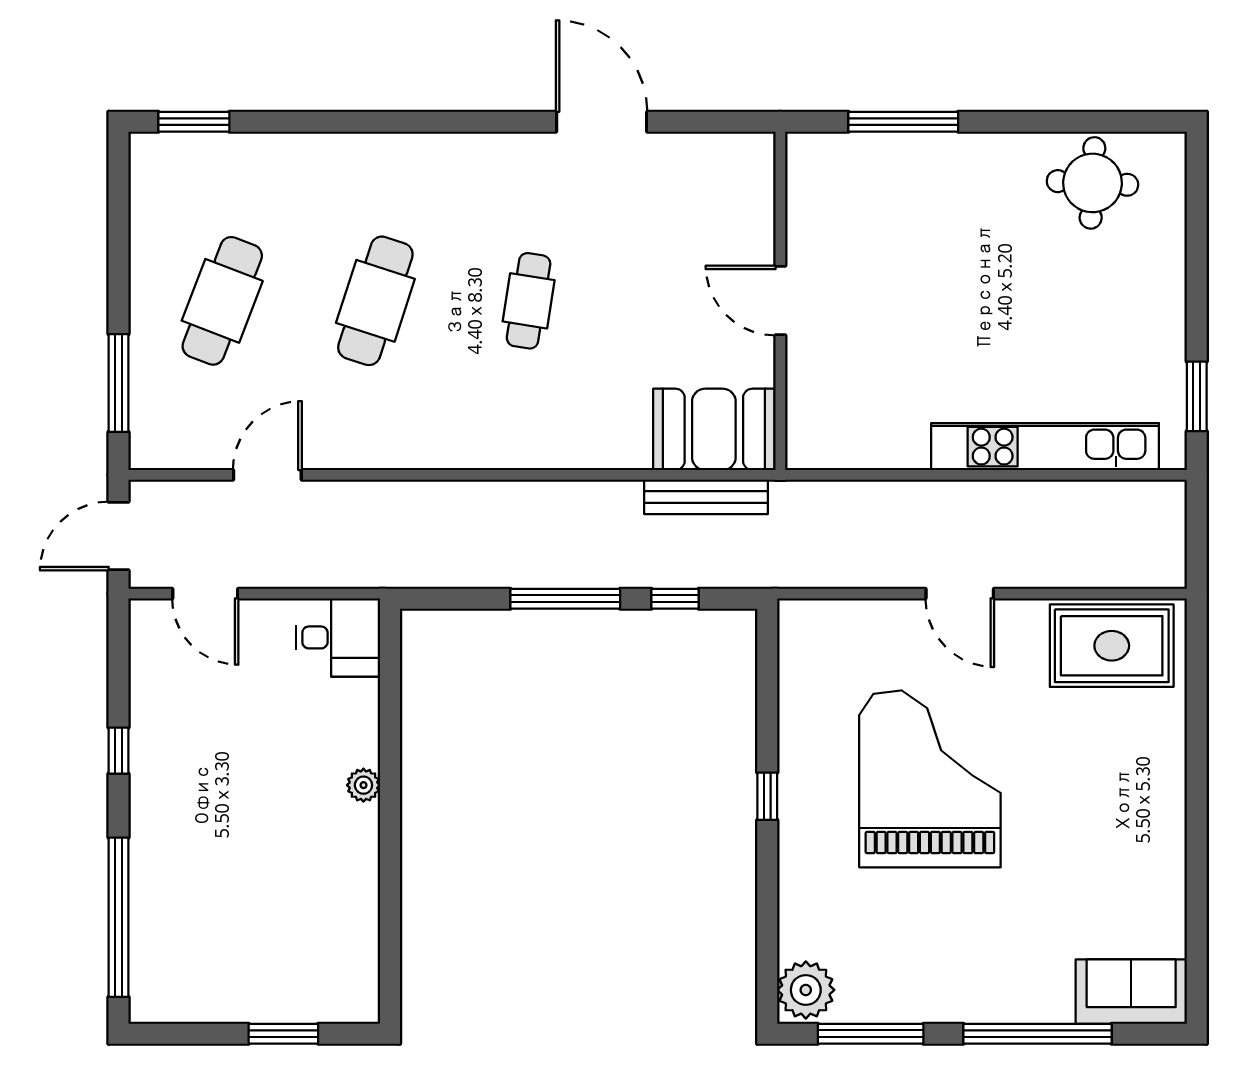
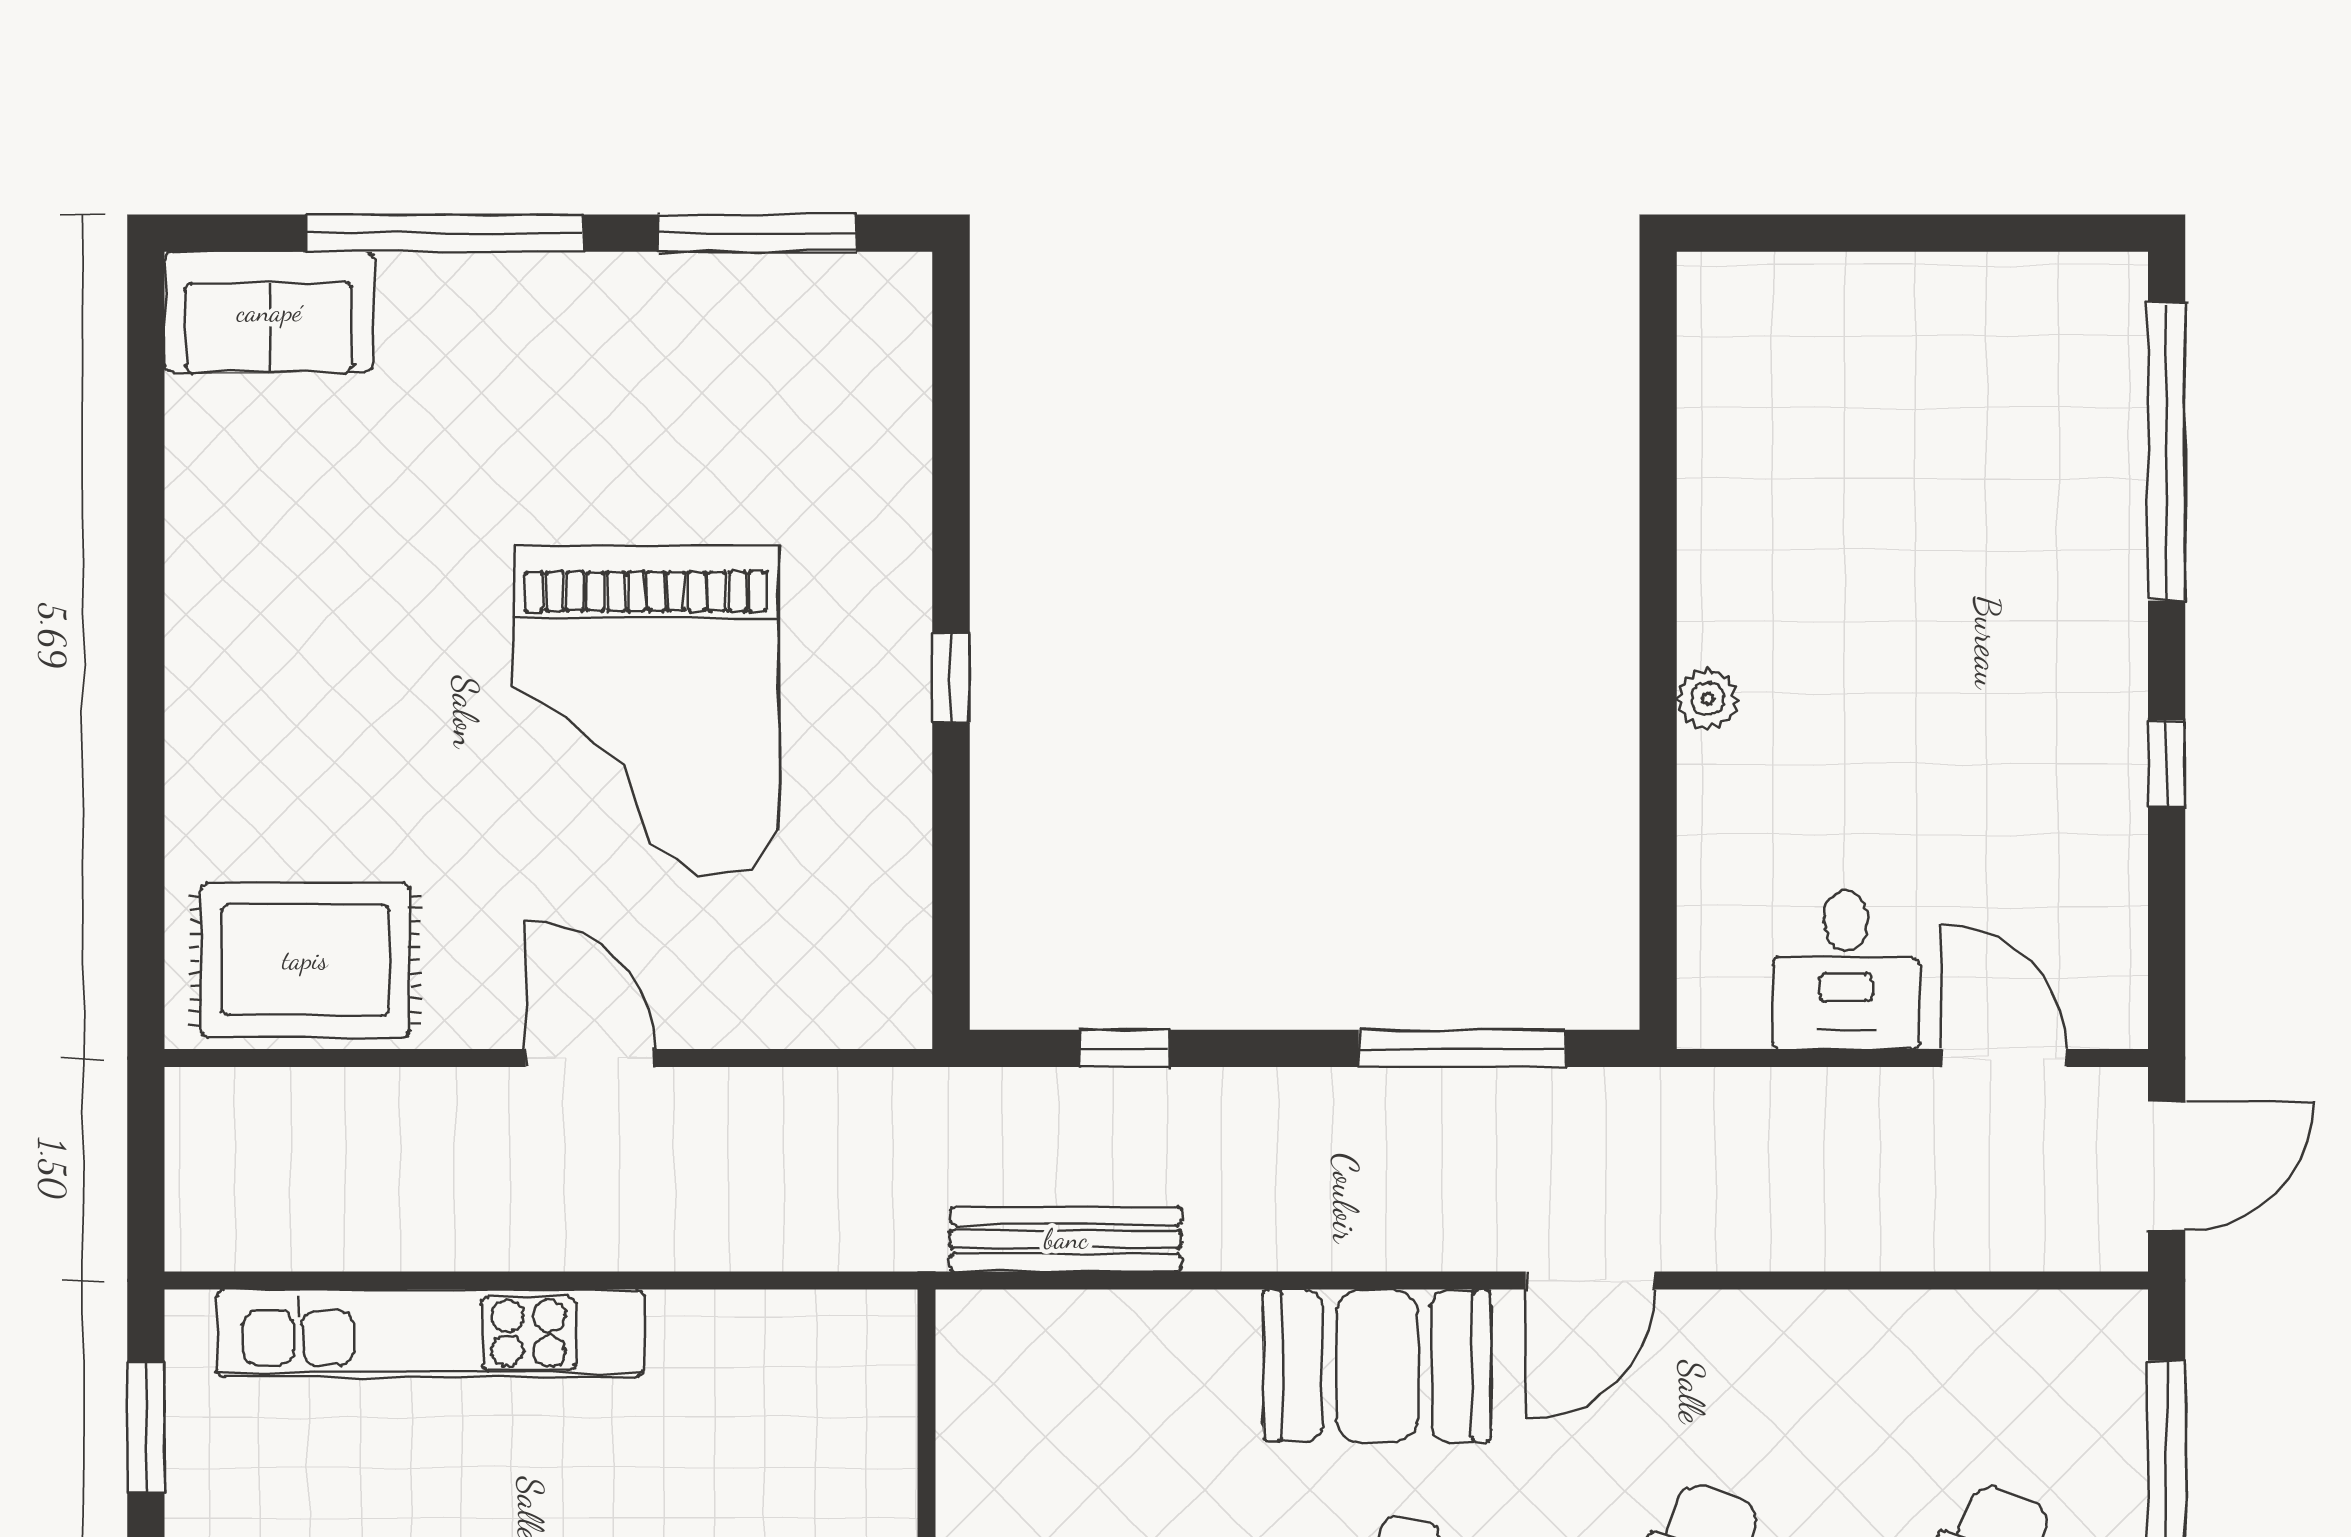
booth: (714, 429) -> (1377, 1366), moved
door: (267, 475) -> (1590, 1280), moved
window: (565, 599) -> (1462, 1048), moved
desk: (338, 637) -> (1846, 970), moved, turned -90
plant: (806, 990) -> (879, 315), removed
window: (283, 1034) -> (1858, 233), removed

